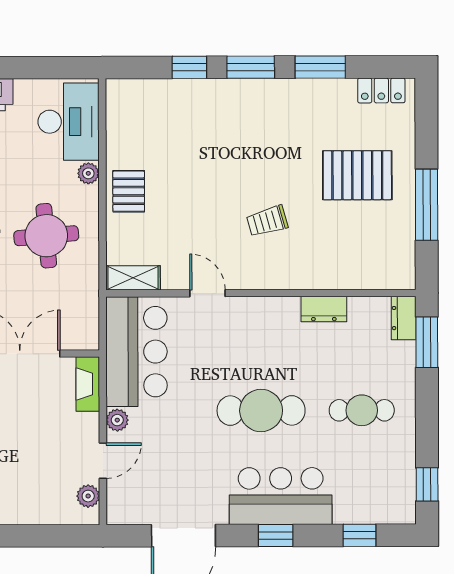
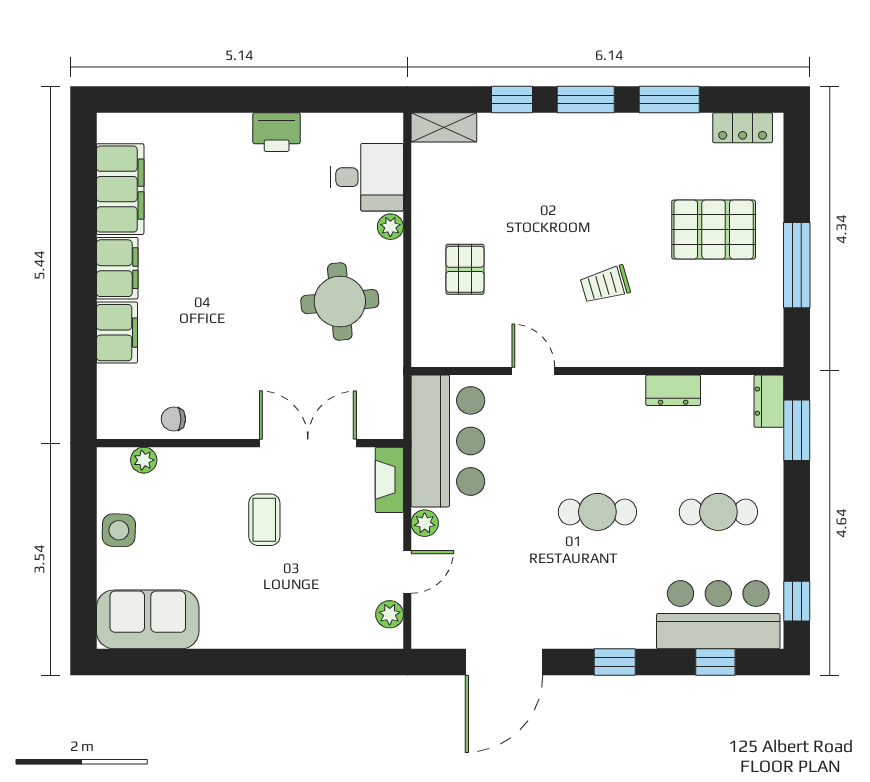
desk: (68, 122) -> (367, 177), width x0.73
pallet: (129, 191) -> (465, 269), moved
shelving: (133, 278) -> (444, 127), moved
cafe table: (261, 410) -> (597, 512), width x0.73, depth x0.74
bar counter: (281, 496) -> (718, 615), moved

